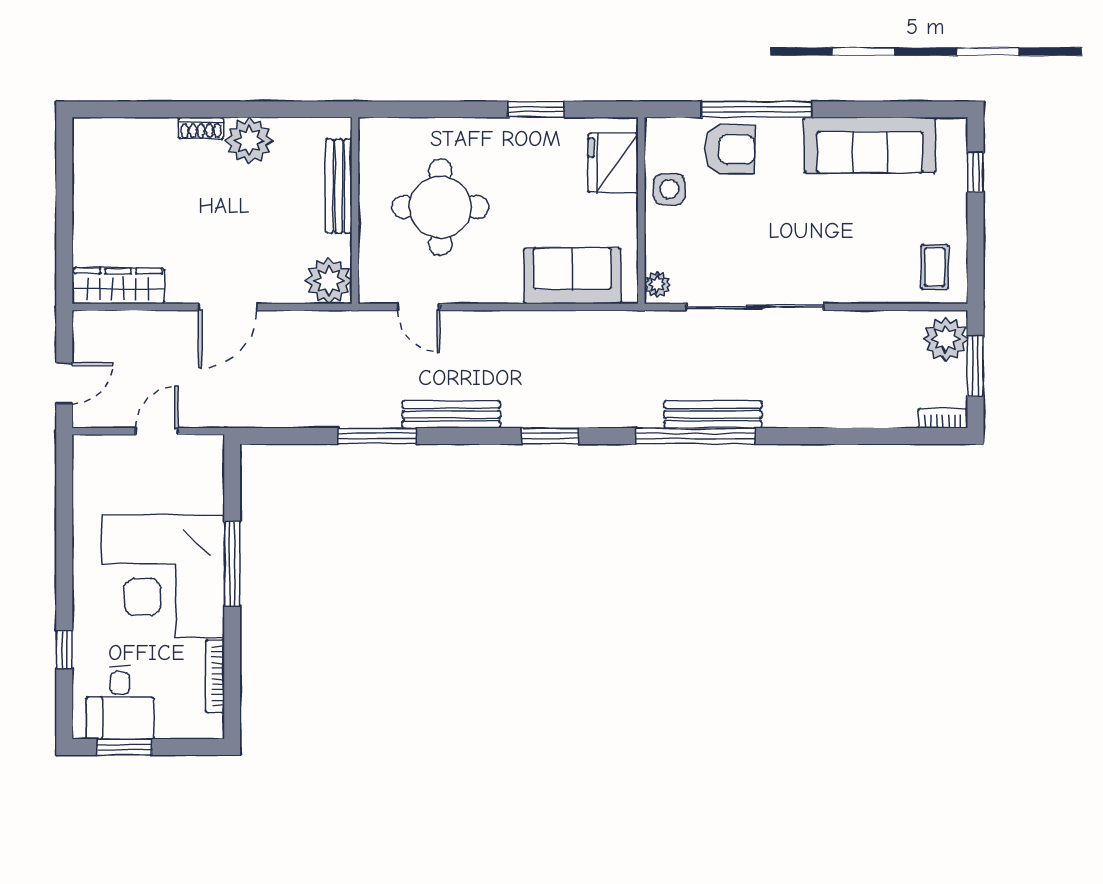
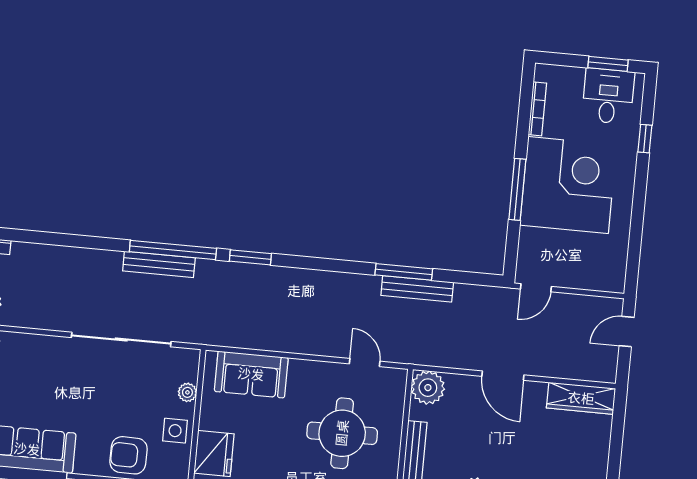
plant: (657, 284) -> (187, 392), moved
door: (228, 307) -> (503, 376), swing flipped
bench: (451, 415) -> (417, 289), moved
door: (157, 431) -> (536, 288), moved
window: (550, 436) -> (250, 257), moved

